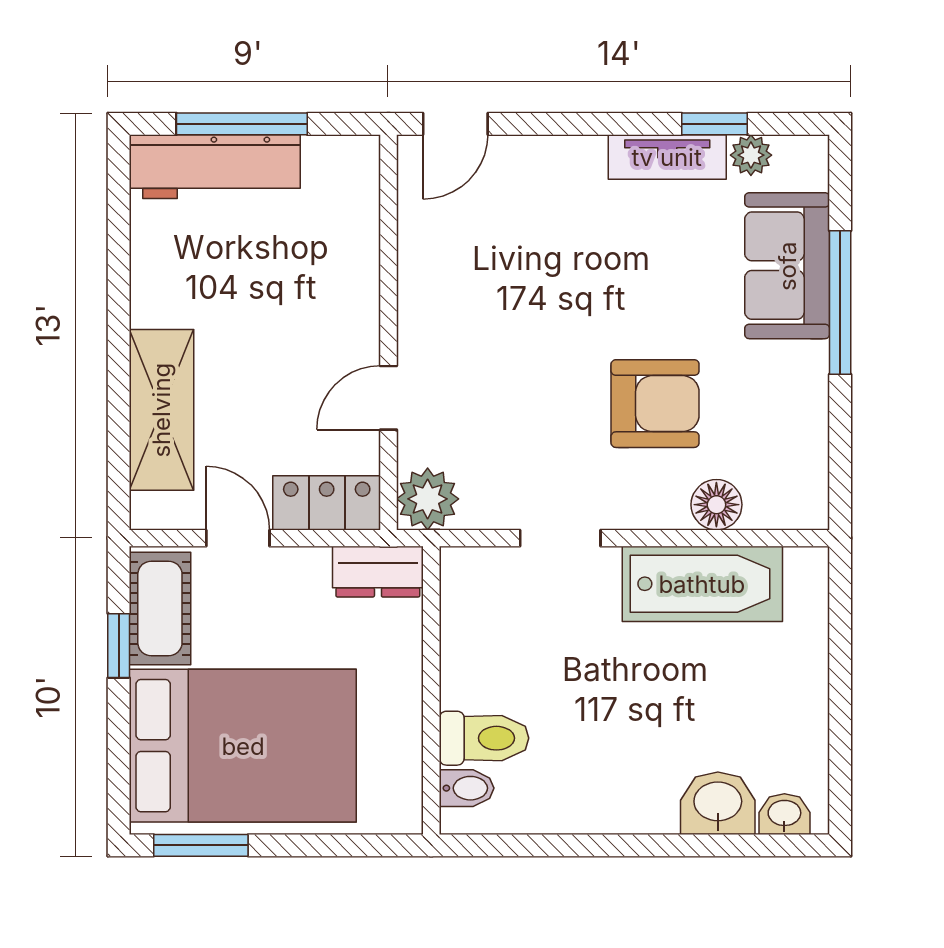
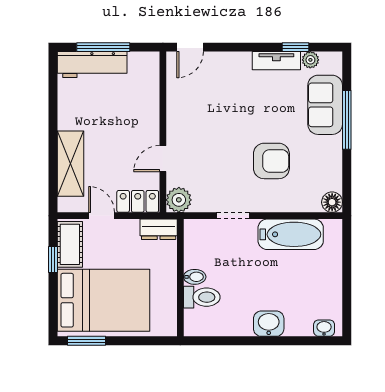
floor lamp: (716, 505) -> (332, 202), moved
bidet: (467, 788) -> (195, 277), moved
washbasin: (718, 803) -> (269, 324), moved

